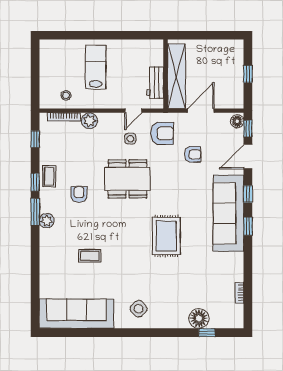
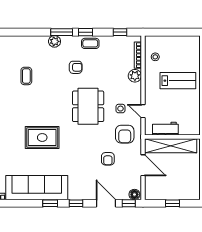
sofa: (228, 213) -> (37, 188), moved

